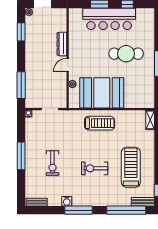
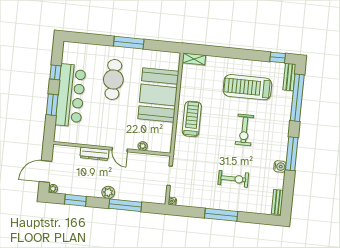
plant: (30, 59) -> (108, 192), added
window: (21, 85) -> (125, 205), moved
booth: (102, 93) -> (158, 95), moved

